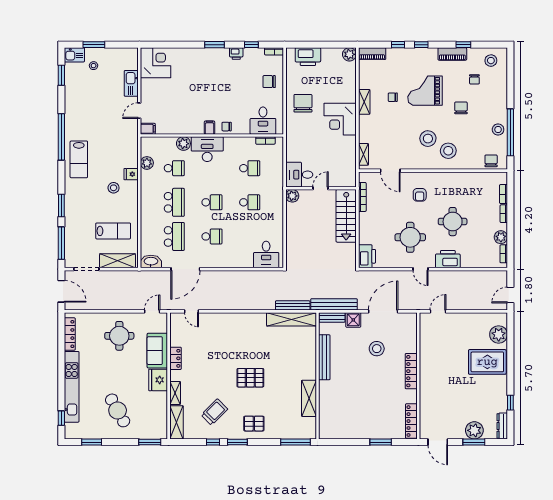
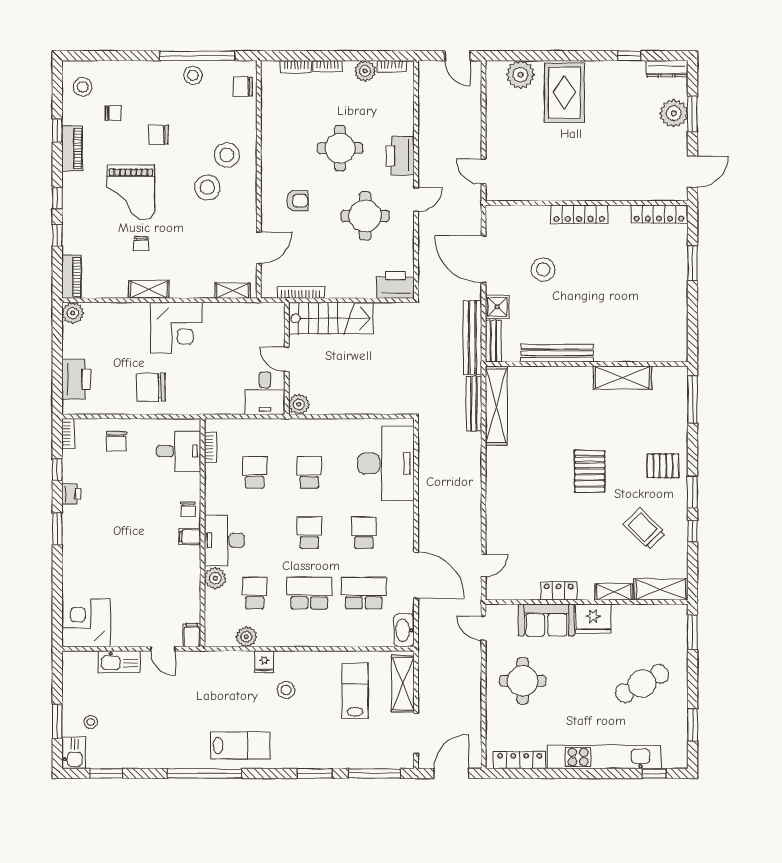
desk: (266, 254) -> (386, 464), width x1.87, depth x1.30
pallet: (254, 424) -> (663, 466), turned 90

